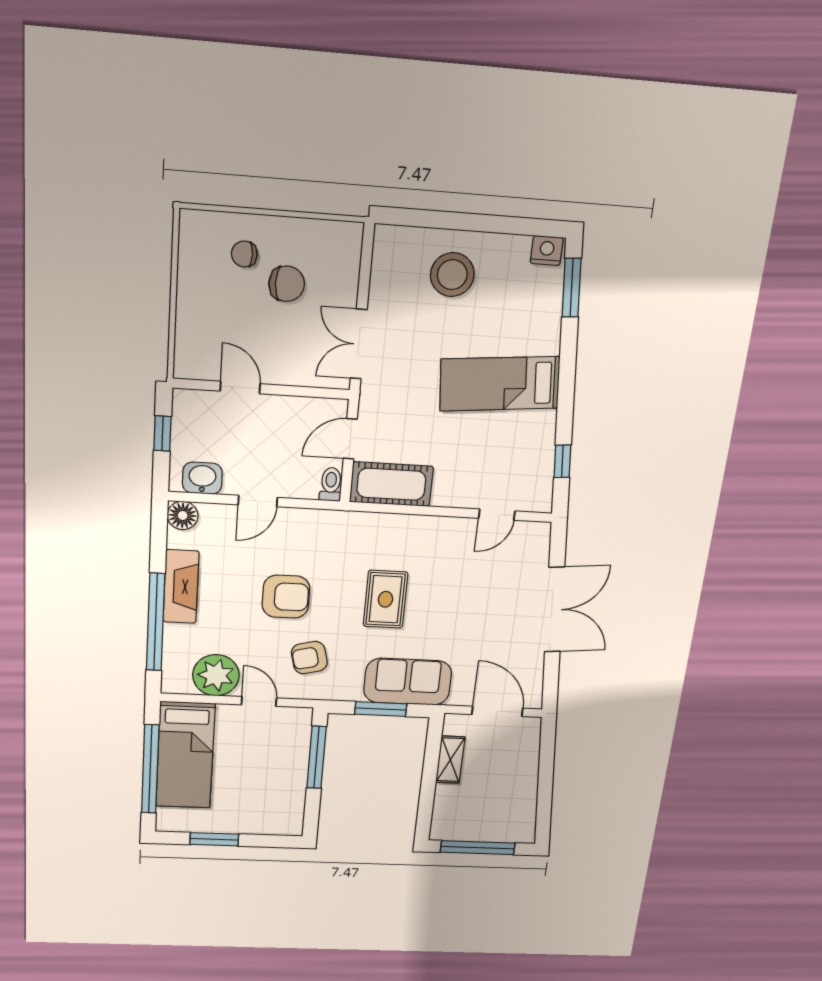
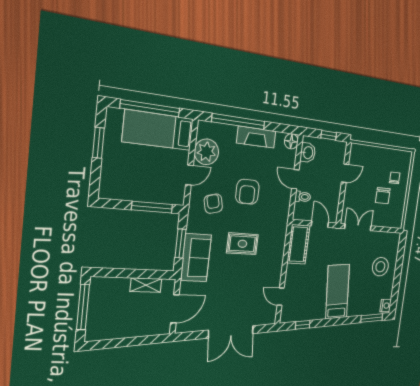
toilet: (331, 484) -> (303, 197), moved

